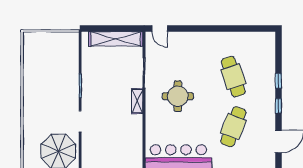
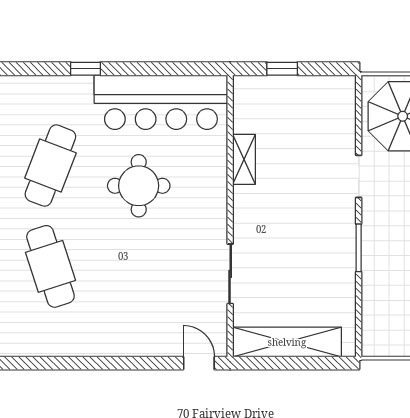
round table: (178, 96) -> (139, 186), moved
shelving: (137, 101) -> (244, 159), moved

